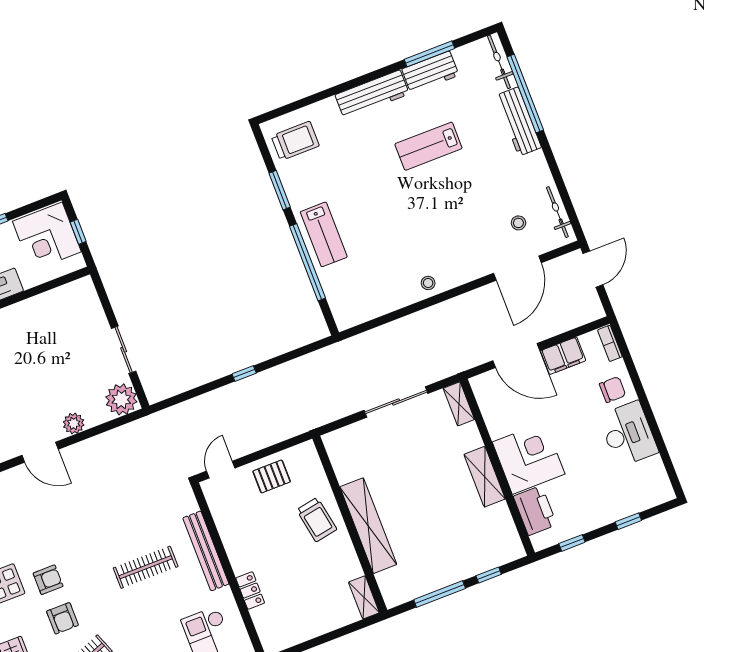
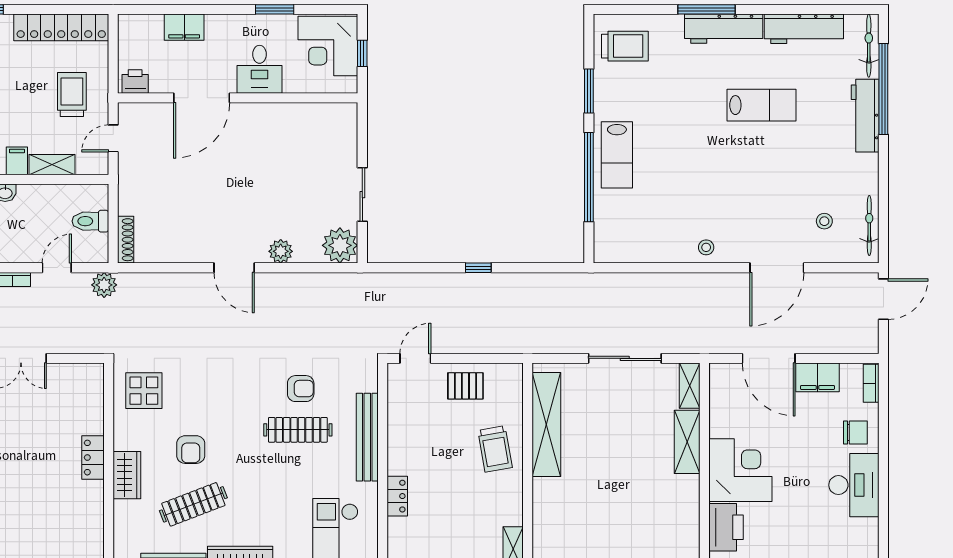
window: (429, 54) -> (706, 9), moved
workbench: (430, 72) -> (804, 29), width x1.38
lab bench: (428, 146) -> (761, 105), turned 180
door: (517, 268) -> (777, 268), moved
shelving: (485, 477) -> (687, 442), moved
shelving: (368, 526) -> (546, 425), moved
armchair: (48, 580) -> (301, 389), moved

